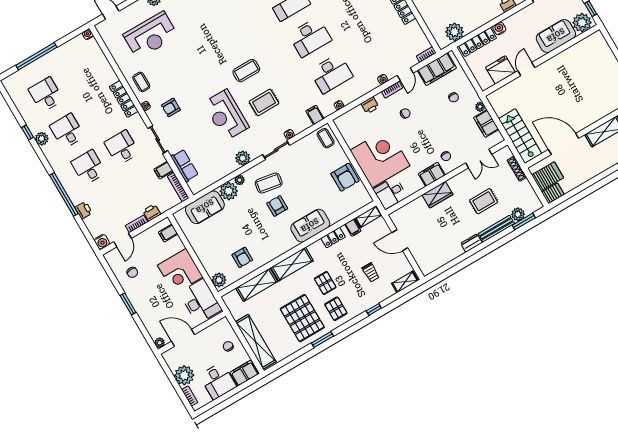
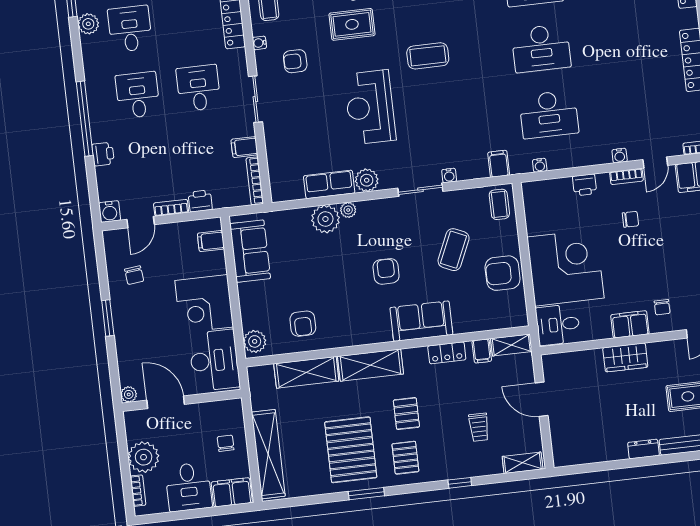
rug: (264, 102) -> (352, 24), moved
row of seats: (184, 166) -> (329, 184), moved, turned -90
armchair: (345, 177) -> (503, 273), turned 90
coffee table: (269, 183) -> (454, 250), moved, turned -76
sofa: (205, 207) -> (250, 251), moved, turned -90

